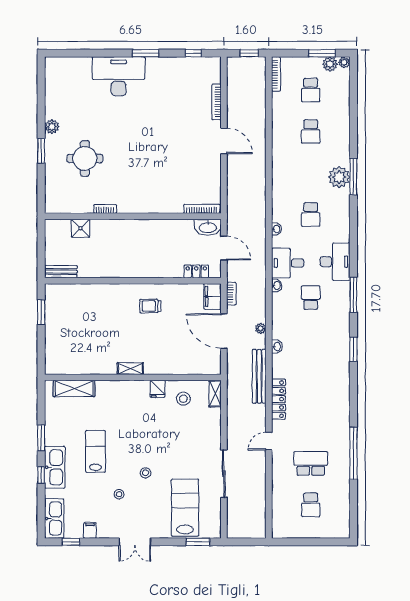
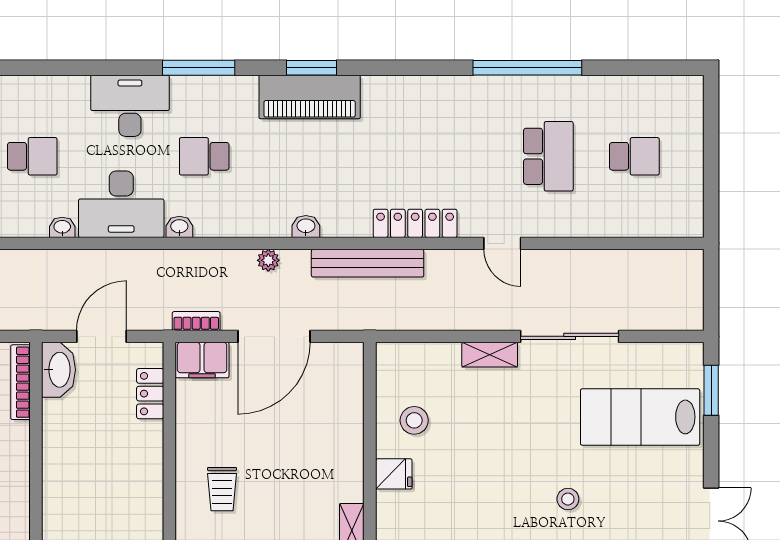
desk: (288, 263) -> (121, 204), width x1.37
piano: (339, 348) -> (310, 97), added
shelving: (215, 394) -> (490, 355), moved
school desk: (311, 463) -> (548, 156), turned 180

